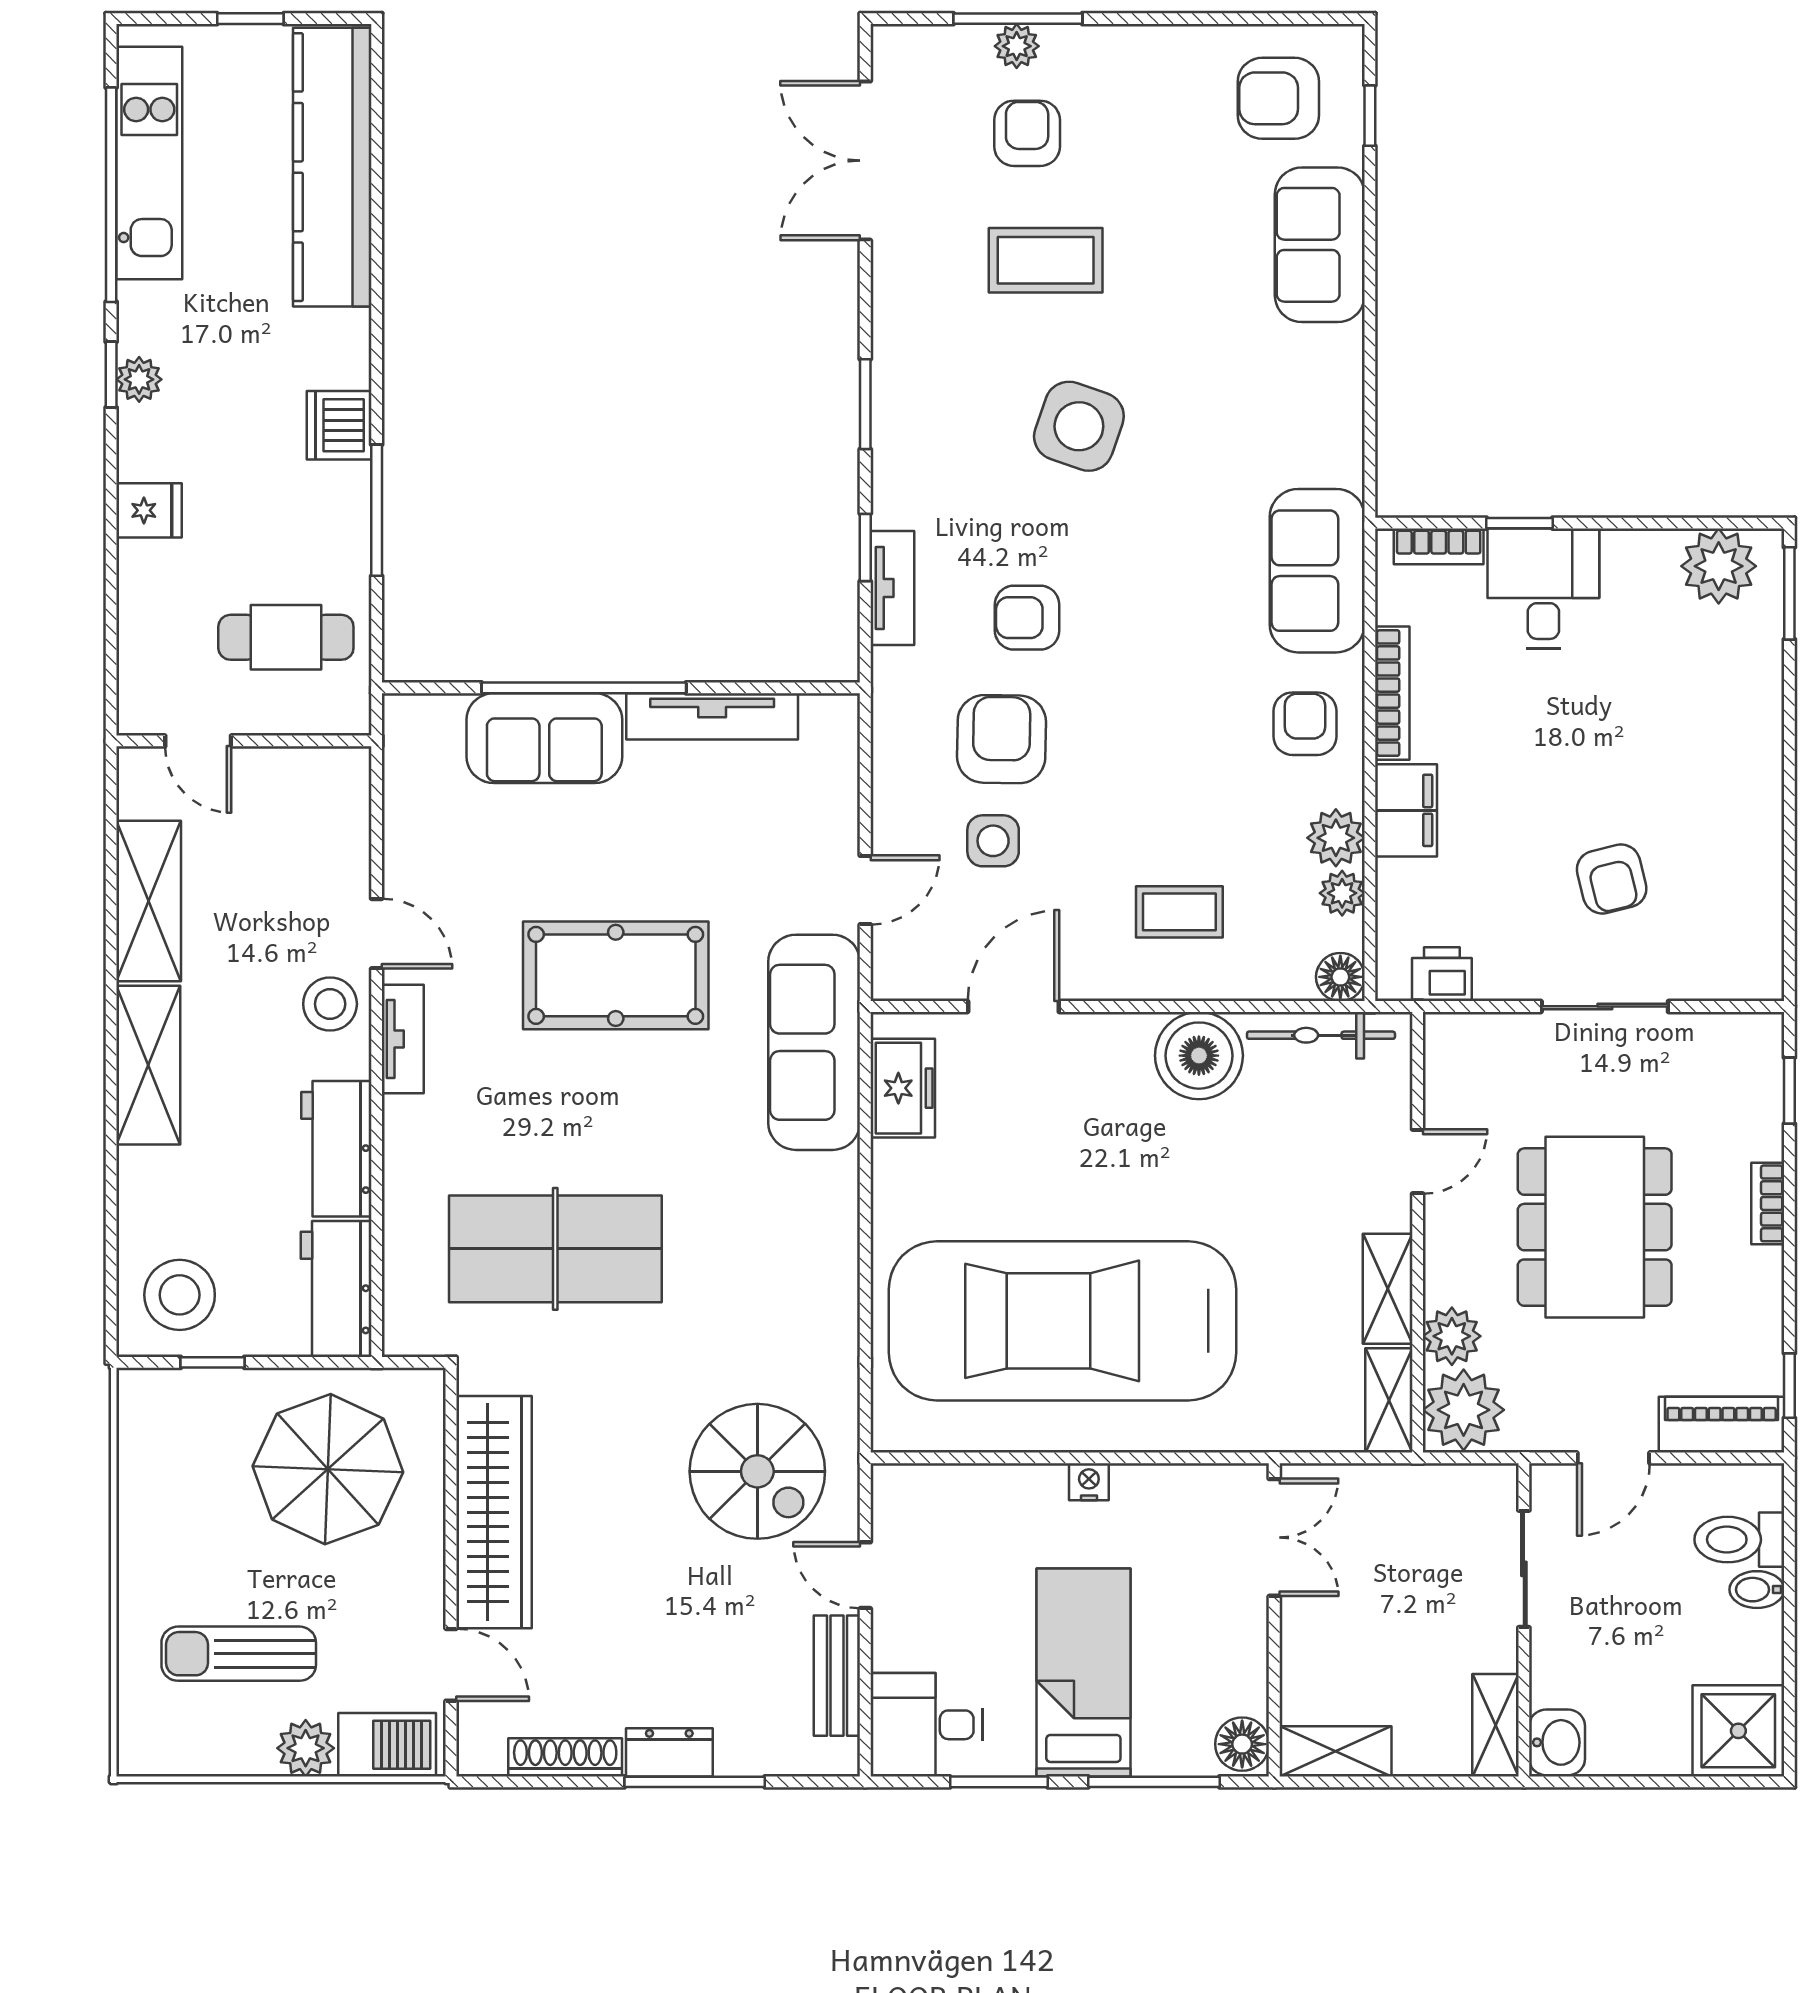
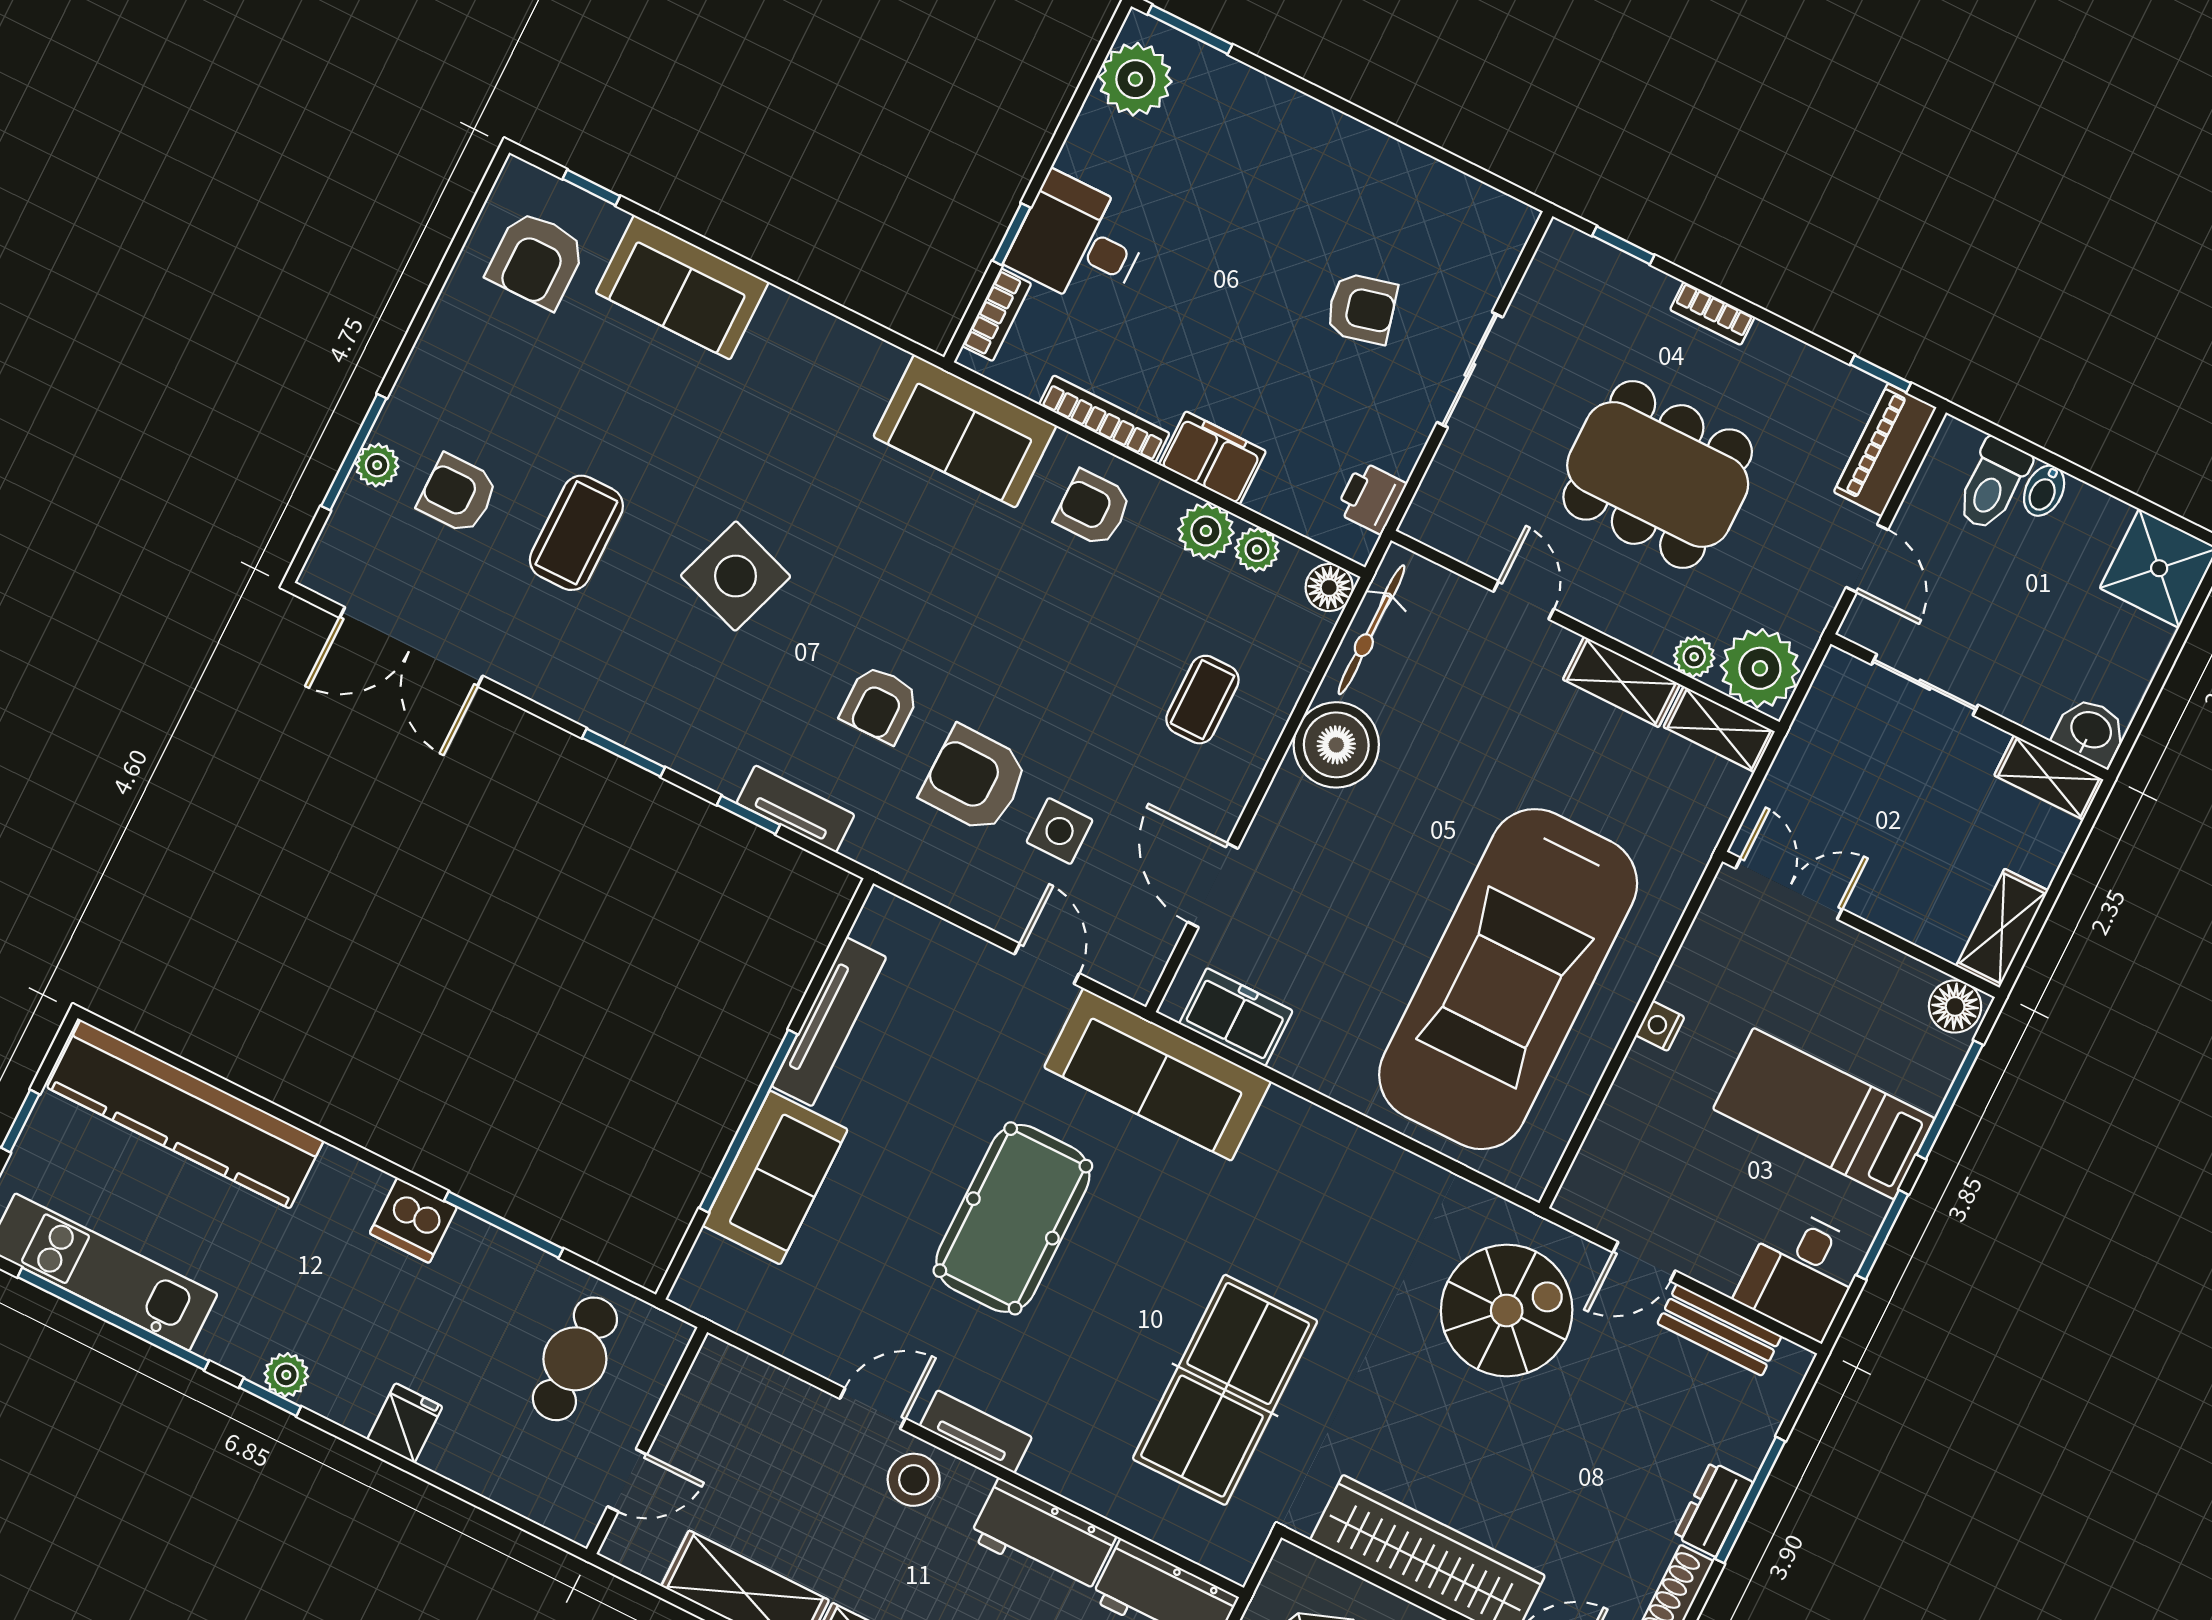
plant: (1452, 1336) -> (1694, 657), width x0.73, depth x0.73

